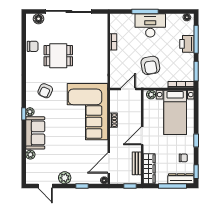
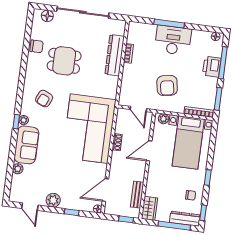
dresser: (101, 45) -> (115, 55), added
door: (128, 89) -> (138, 109), swing flipped
door: (142, 136) -> (149, 151), moved
wardrobe: (149, 169) -> (150, 208), width x0.67

